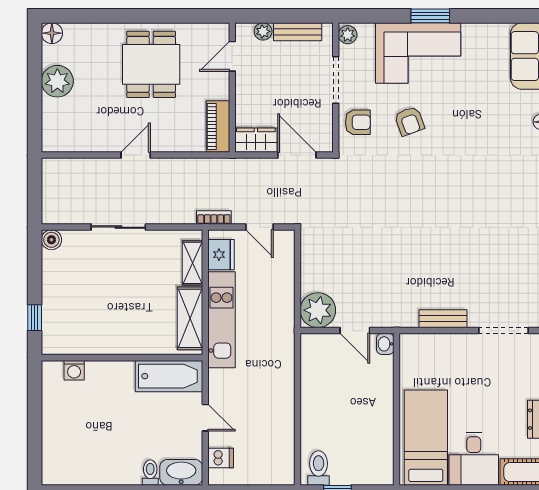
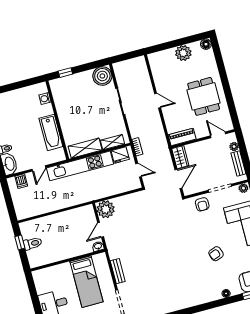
dining table: (151, 64) -> (204, 96), turned 90
armchair: (409, 121) -> (216, 254), moved
door: (259, 227) -> (139, 170), swing flipped
boiler: (51, 240) -> (102, 76), width x1.86, depth x1.86
kitchen unit: (221, 320) -> (80, 166), width x1.36
bathtub: (169, 376) -> (51, 132), moved
bed: (426, 438) -> (87, 282), moved, turned 90
toilet: (319, 468) -> (33, 243), moved

